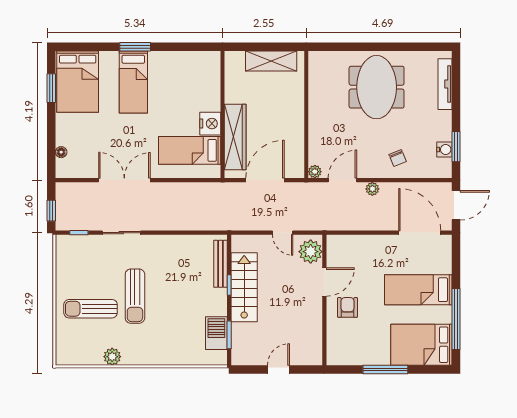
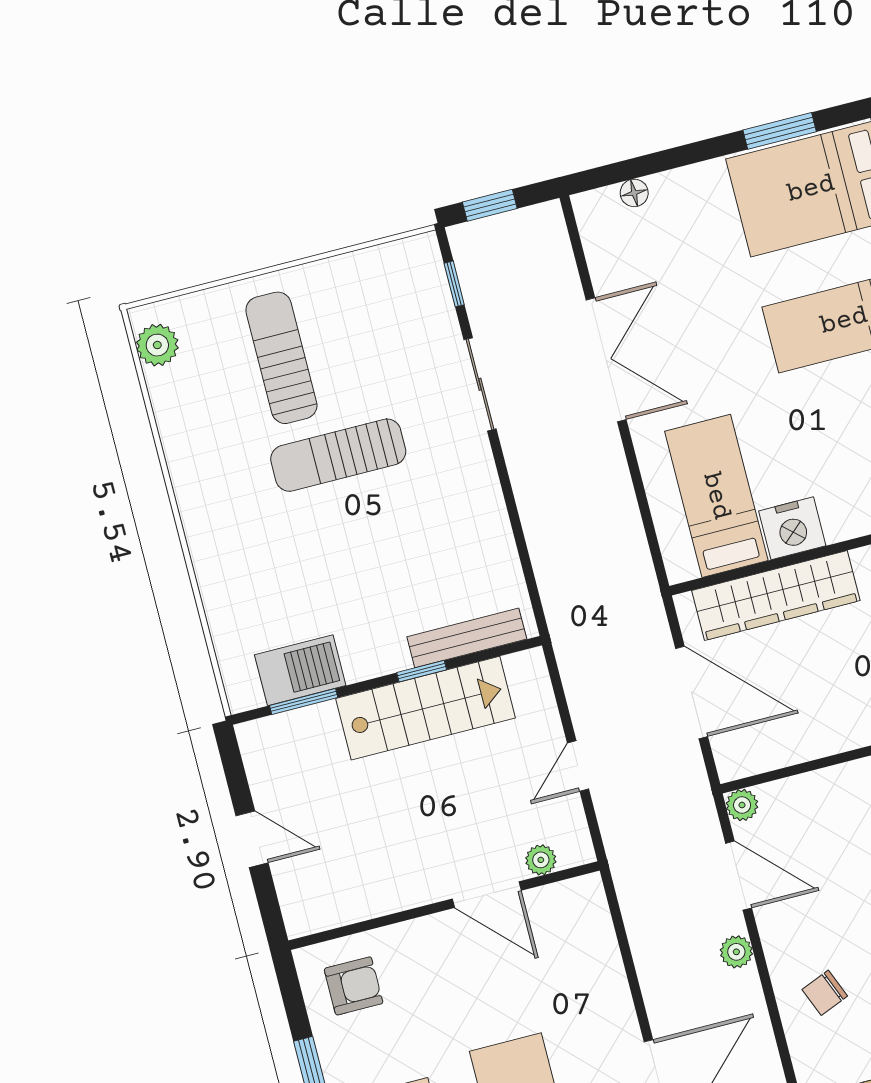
plant: (311, 252) -> (541, 860), width x0.53, depth x0.53
armchair: (348, 307) -> (354, 986), moved
plant: (112, 357) -> (157, 345), moved

